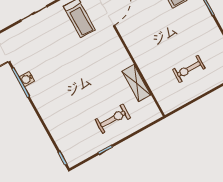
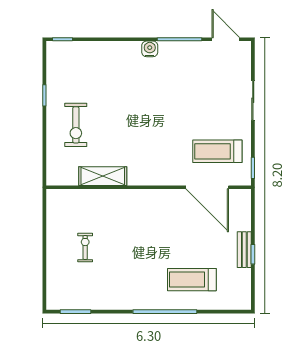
exercise bike: (189, 69) -> (85, 247), width x0.73, depth x0.72
water cooler: (27, 79) -> (150, 49), moved

